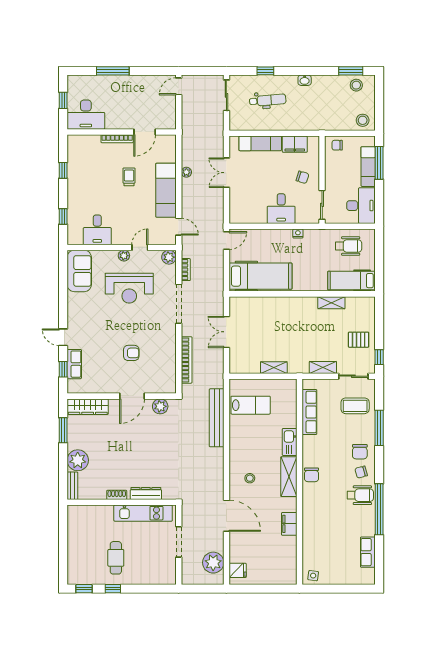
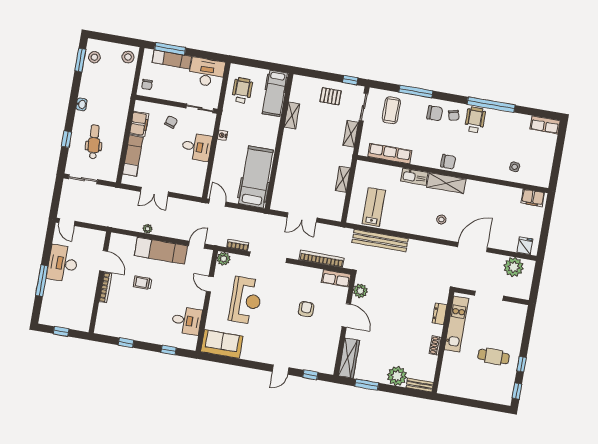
desk: (86, 115) -> (63, 263), moved, turned 180
plant: (124, 256) -> (215, 300), removed
pallet: (359, 340) -> (331, 96), turned 90
row of seats: (74, 364) -> (336, 278), moved, turned 180
dresser: (146, 494) -> (440, 314), width x0.70
filing cabinet: (289, 524) -> (533, 198), moved
row of seats: (368, 552) -> (545, 125), moved
side table: (313, 576) -> (515, 167), moved

